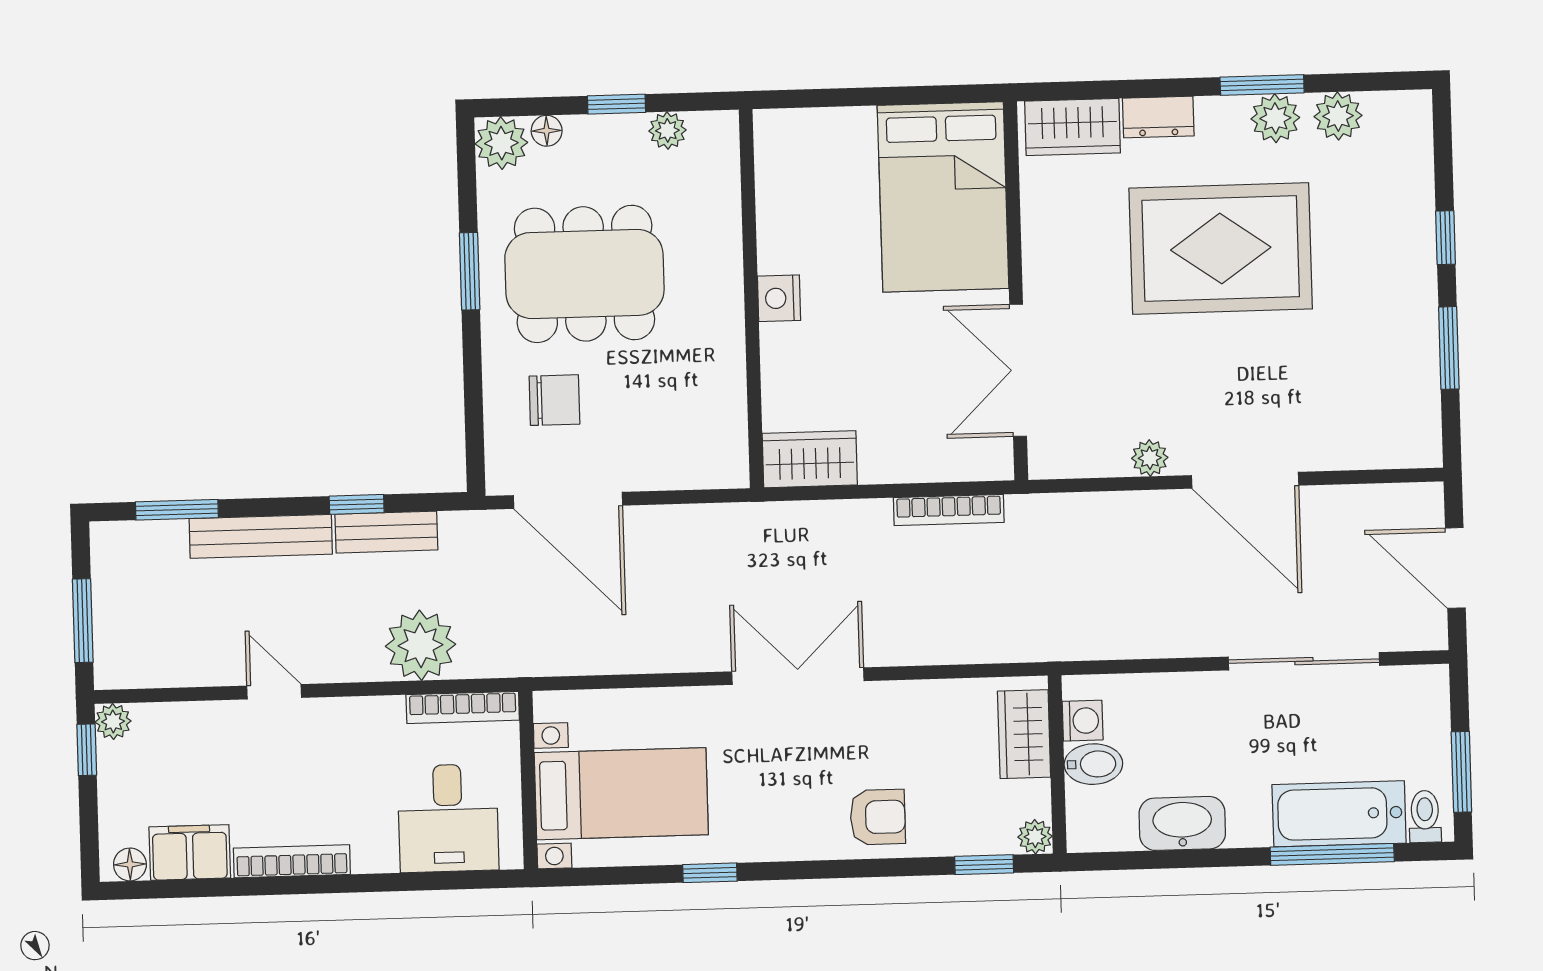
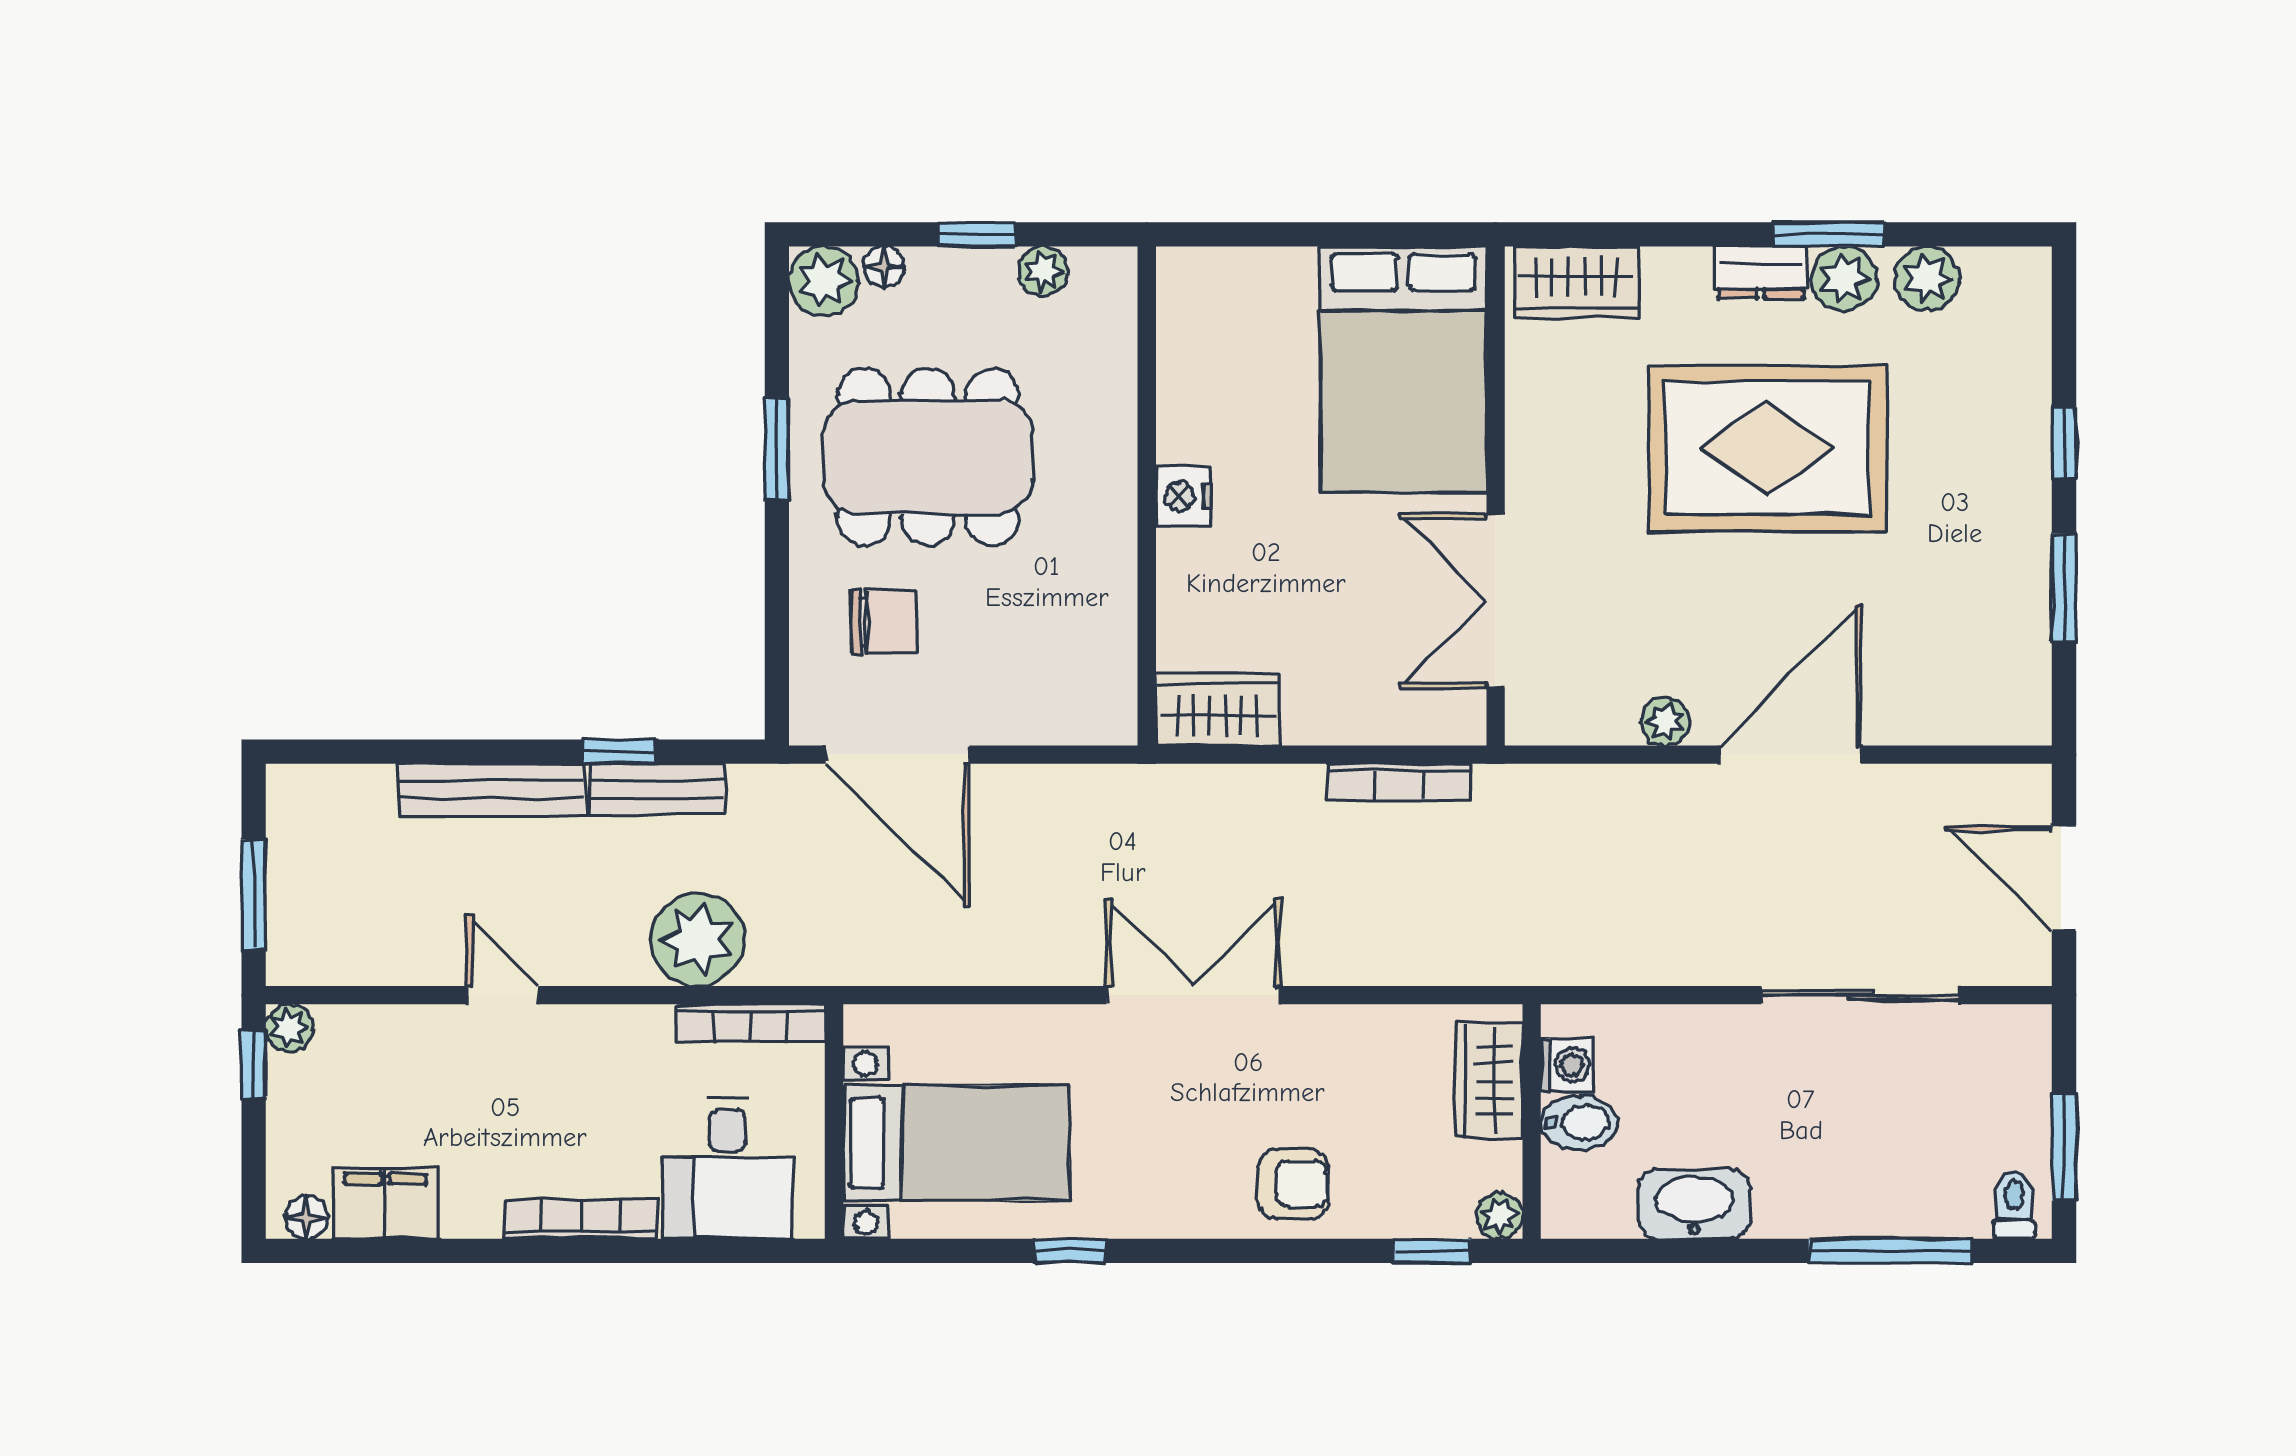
dresser: (1158, 117) -> (1761, 273), moved
door: (1245, 480) -> (1790, 755), swing flipped
window: (177, 510) -> (382, 752), removed
bathtub: (1339, 814) -> (1901, 1198), removed
bookcase: (292, 861) -> (581, 1219), moved

